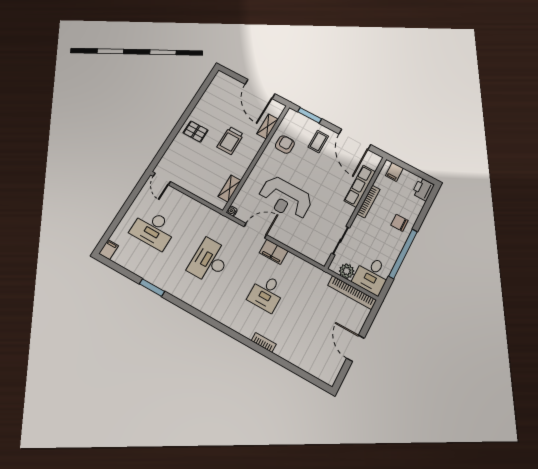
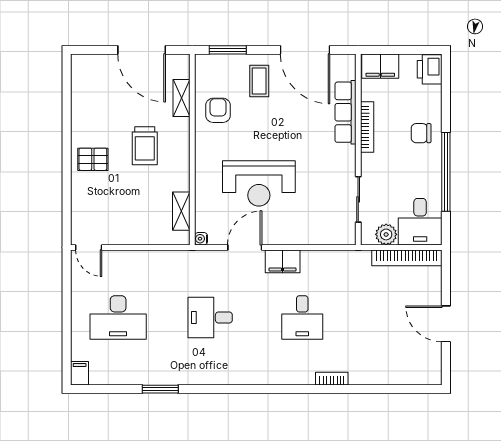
filing cabinet: (394, 172) -> (380, 66), width x2.00
desk: (209, 261) -> (210, 318), width x0.73

